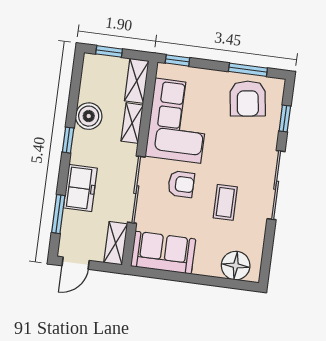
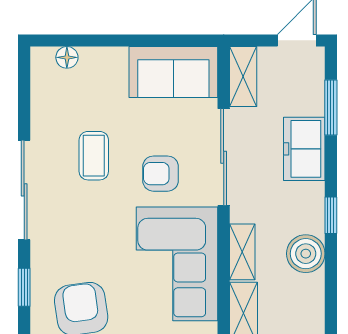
floor lamp: (236, 266) -> (67, 57), width x0.53, depth x0.53

